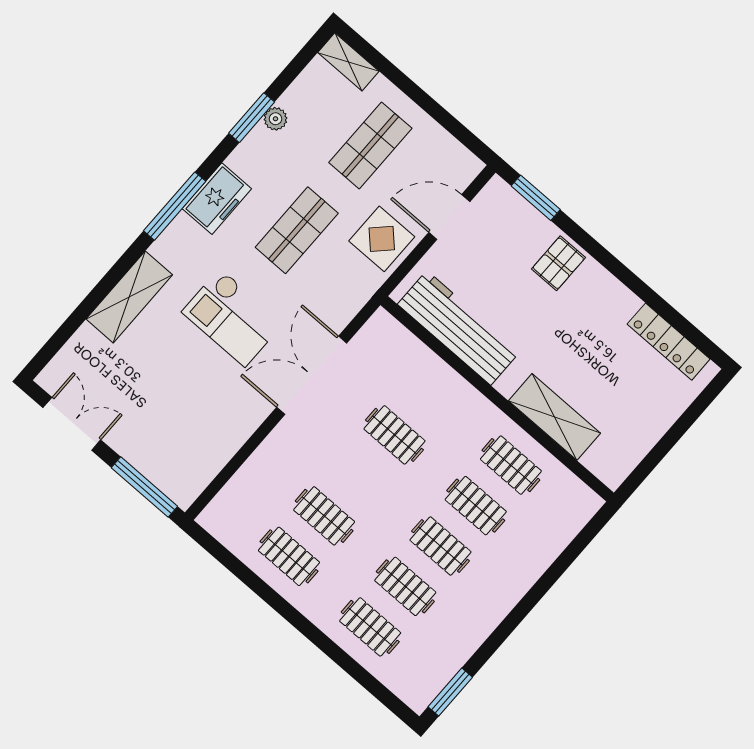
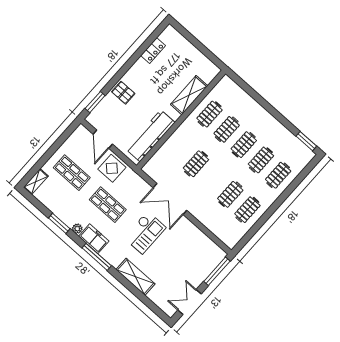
plant: (275, 119) -> (77, 229), moved
locker: (669, 342) -> (153, 51), width x0.66

